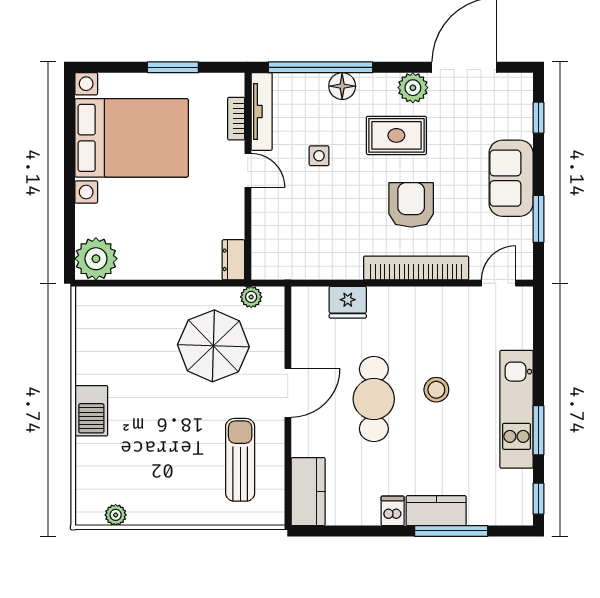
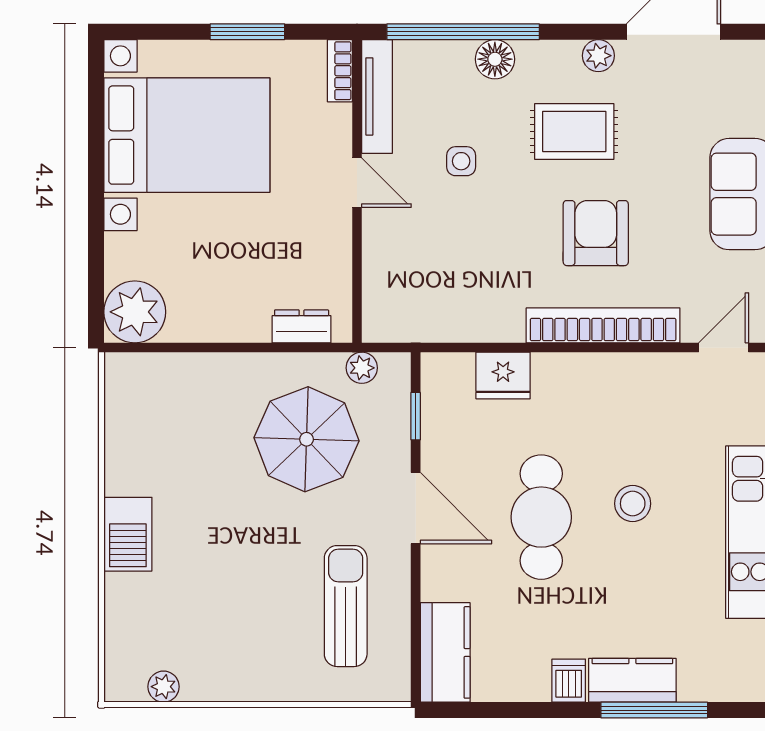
plant: (413, 88) -> (598, 56), width x0.73, depth x0.73
bookcase: (236, 119) -> (340, 71), moved
dresser: (233, 260) -> (302, 326), moved, turned 90
window: (288, 330) -> (416, 416), added
door: (288, 393) -> (416, 508), hinge flipped

